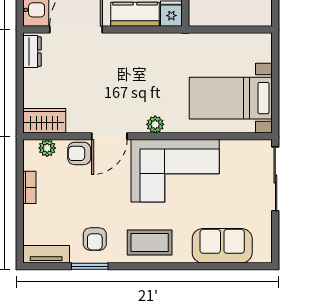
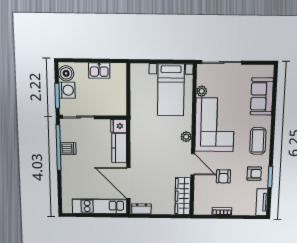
wardrobe: (44, 121) -> (183, 196), width x1.50
plant: (47, 148) -> (202, 91), moved
armchair: (79, 153) -> (223, 176), moved

